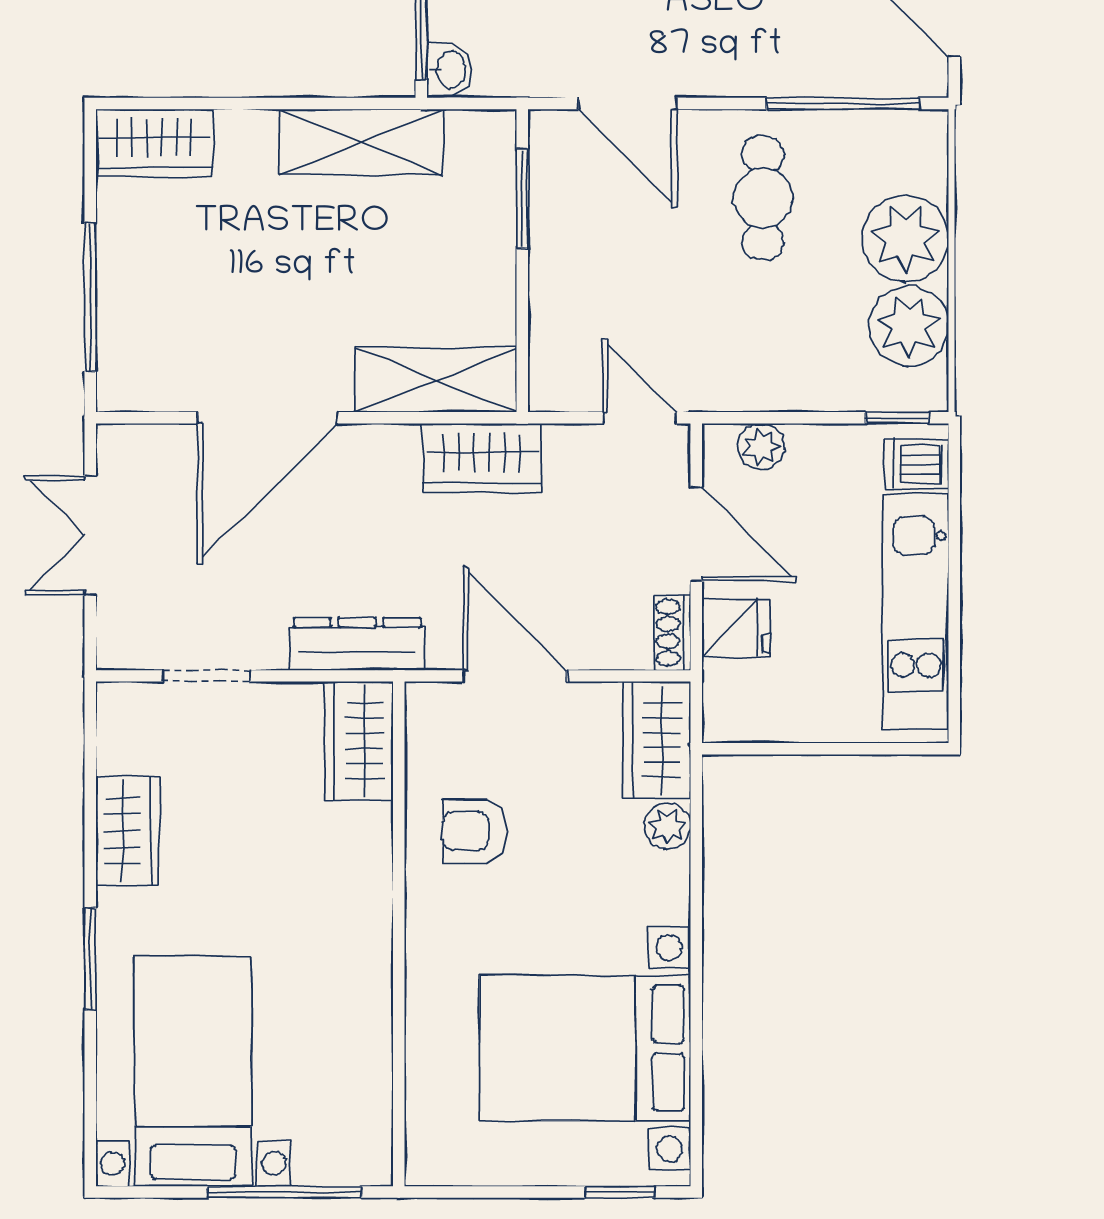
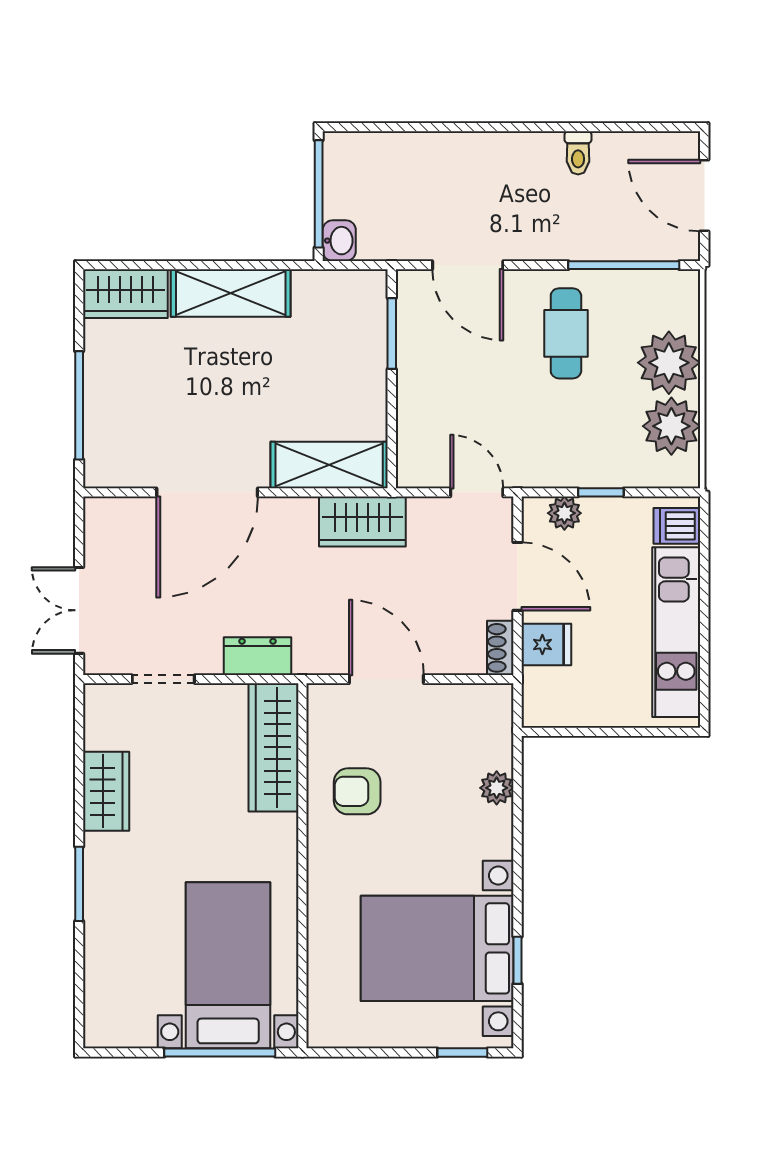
shelving: (361, 142) -> (231, 293), moved
window: (897, 418) -> (601, 492), moved
double door: (90, 535) -> (79, 610), moved
dresser: (357, 644) -> (257, 656), width x0.70
wardrobe: (657, 740) -> (489, 725), removed
wardrobe: (359, 741) -> (273, 747), width x1.50
window: (696, 1065) -> (518, 960), added
bed with nightstands: (193, 1071) -> (228, 965), moved

